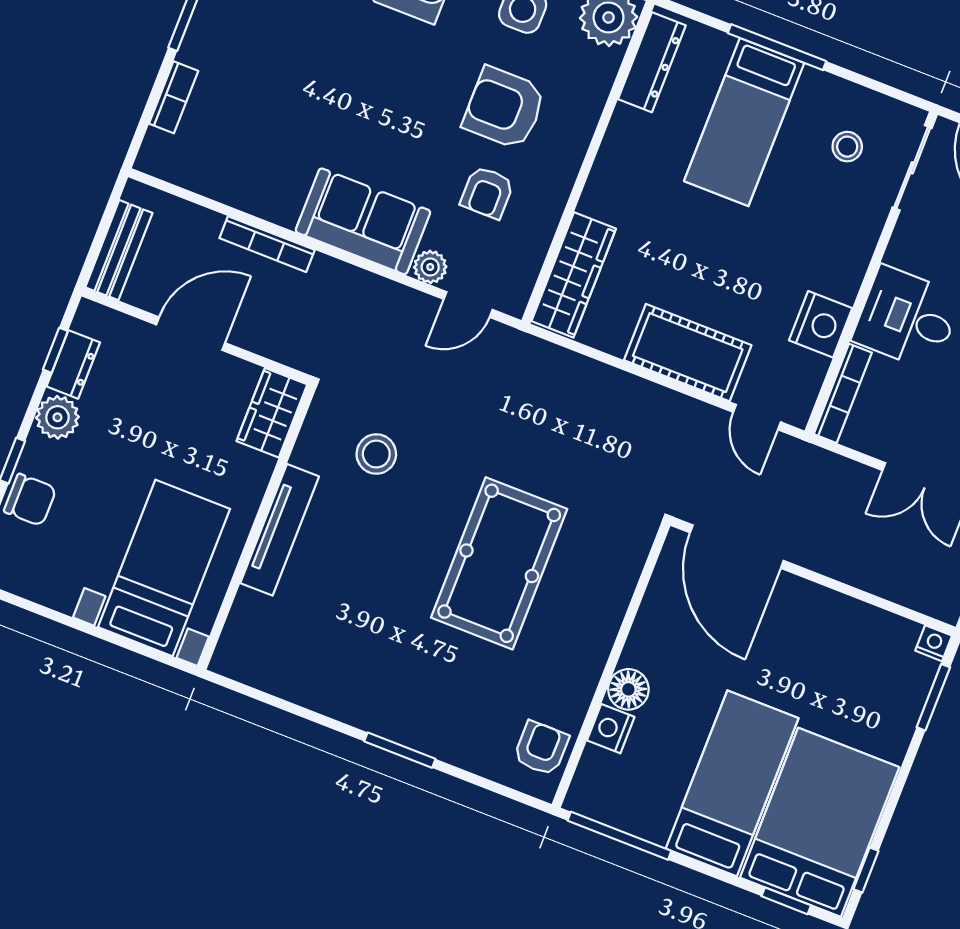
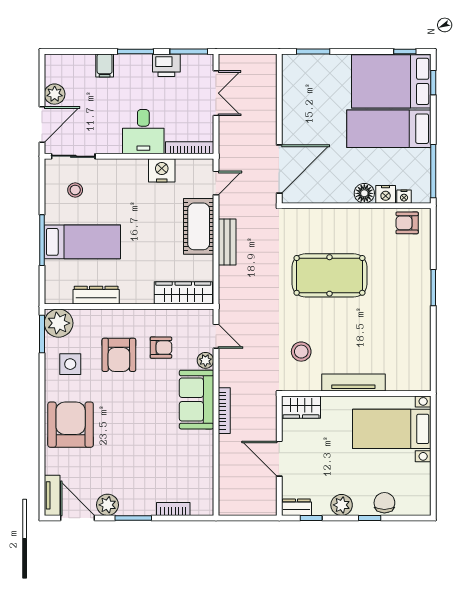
dresser: (652, 62) -> (96, 295), moved
bookcase: (267, 244) -> (224, 411), moved
bench: (119, 250) -> (227, 242), moved, turned 90
dresser: (73, 364) -> (296, 507), moved
nightstand: (934, 643) -> (404, 197), moved, turned -90

